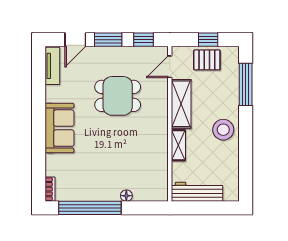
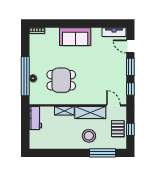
dining table: (118, 96) -> (61, 80), moved, turned 90
stool: (223, 130) -> (89, 136), moved
workbench: (197, 192) -> (35, 118), width x0.73
window: (90, 208) -> (25, 76), moved

